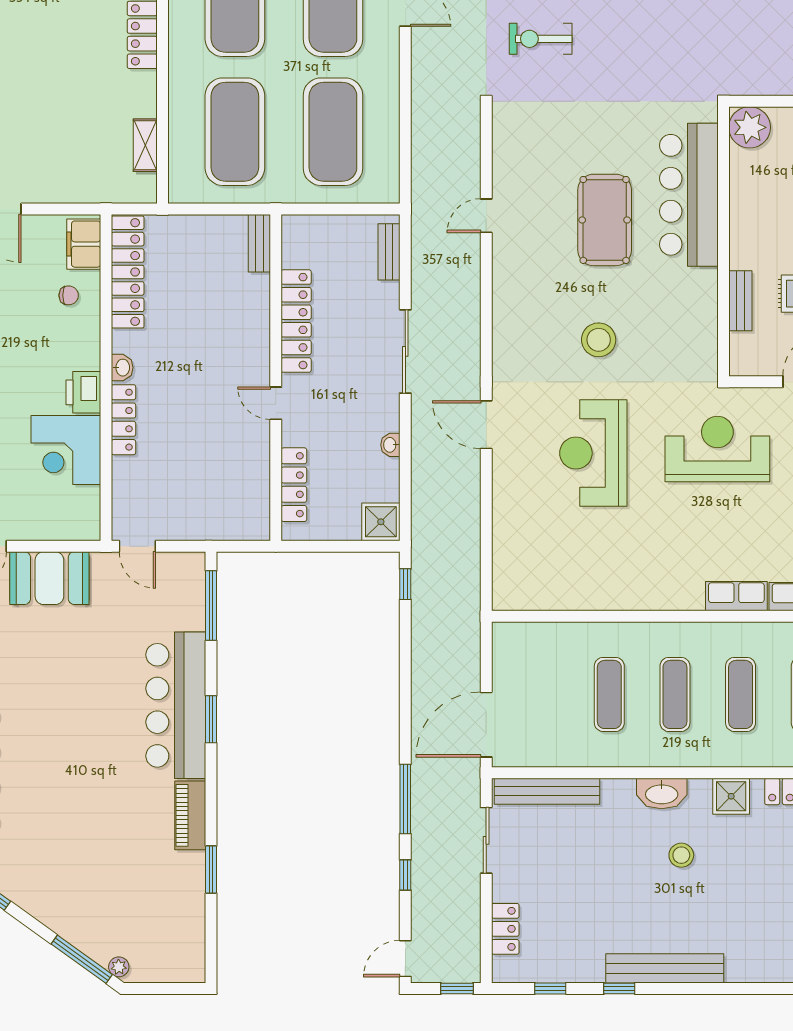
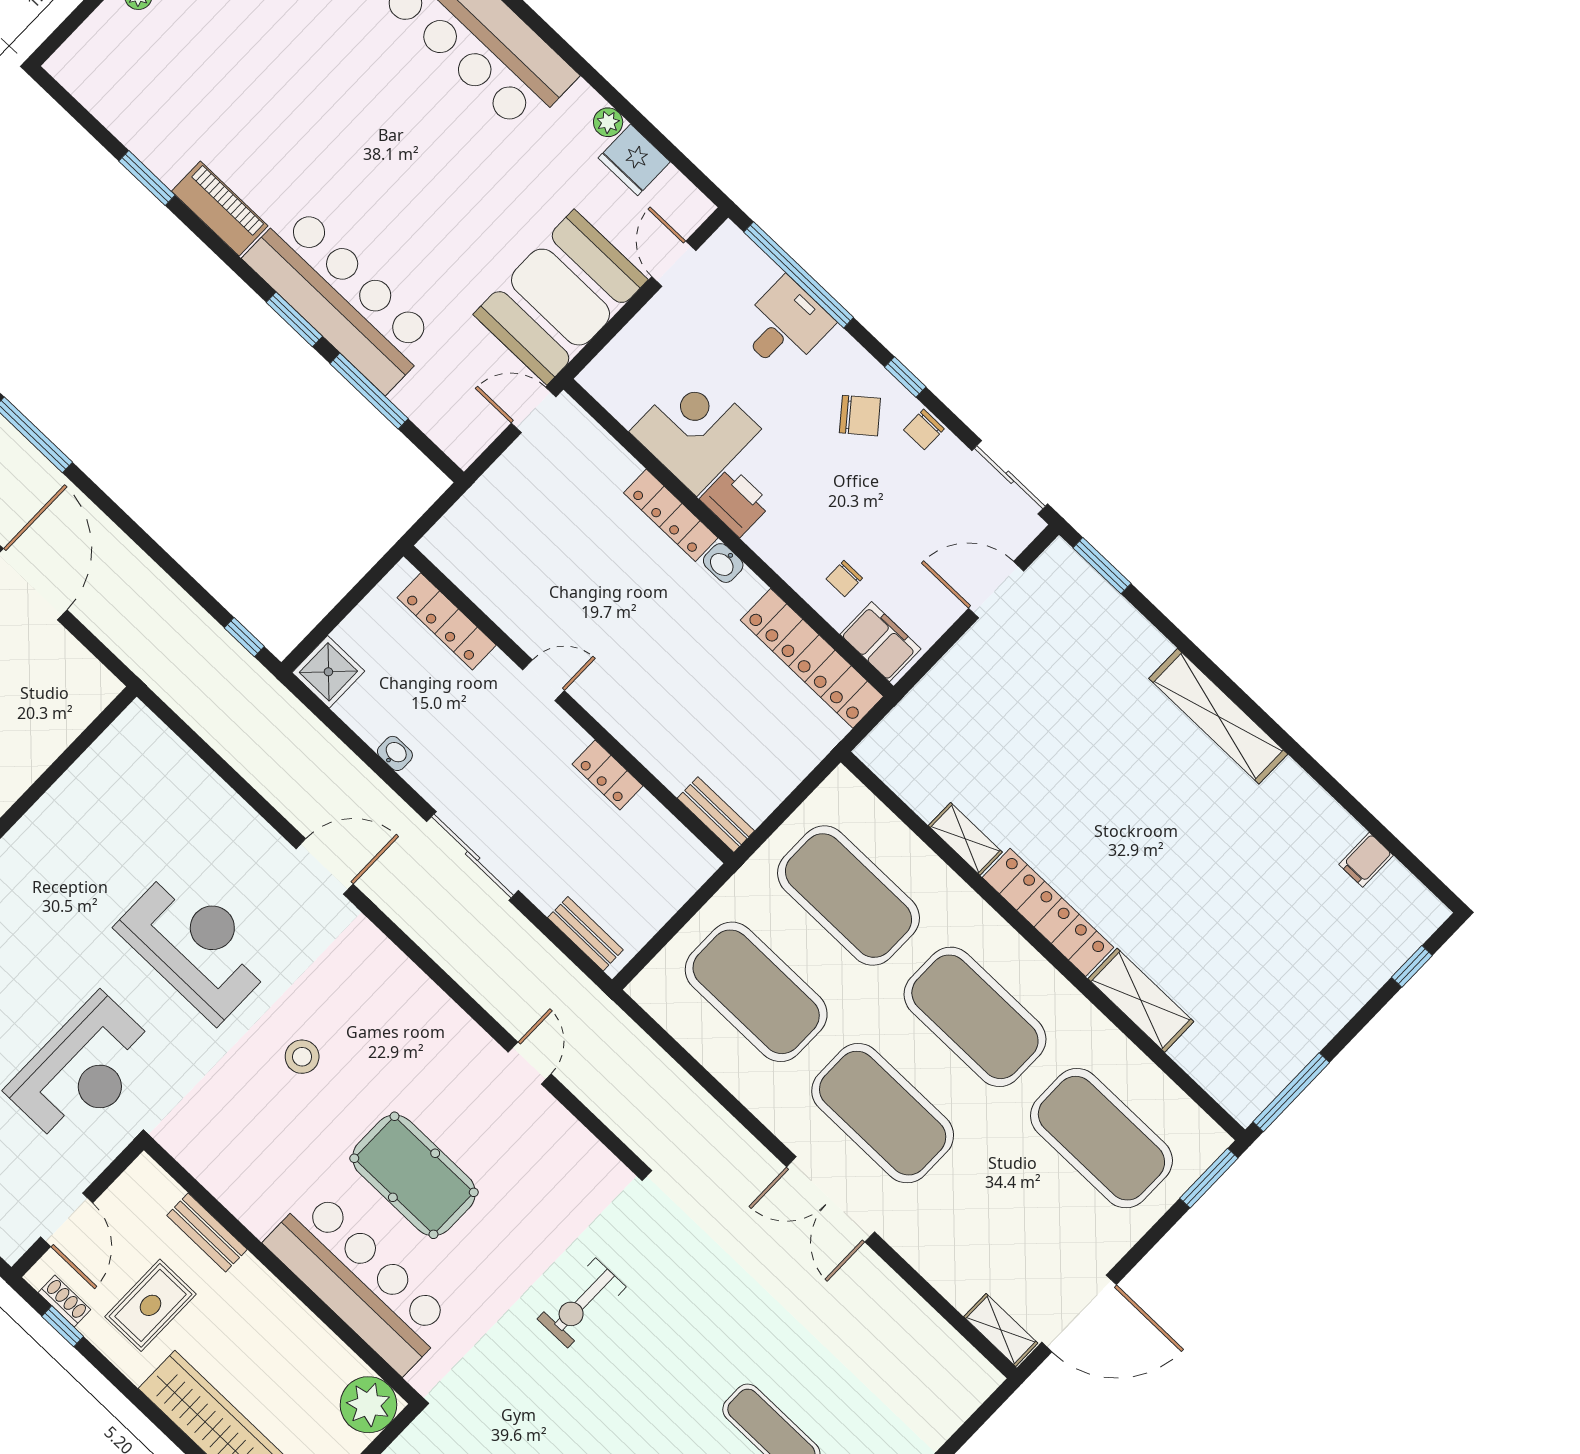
exercise bike: (541, 39) -> (582, 1303), moved, turned 180
shelving: (145, 145) -> (965, 839), moved
locker: (296, 321) -> (607, 775), width x0.46, depth x0.83
stool: (599, 340) -> (302, 1057), width x0.73, depth x0.73
booth: (49, 578) -> (560, 297), width x1.36, depth x1.42
window: (211, 606) -> (369, 391), moved

